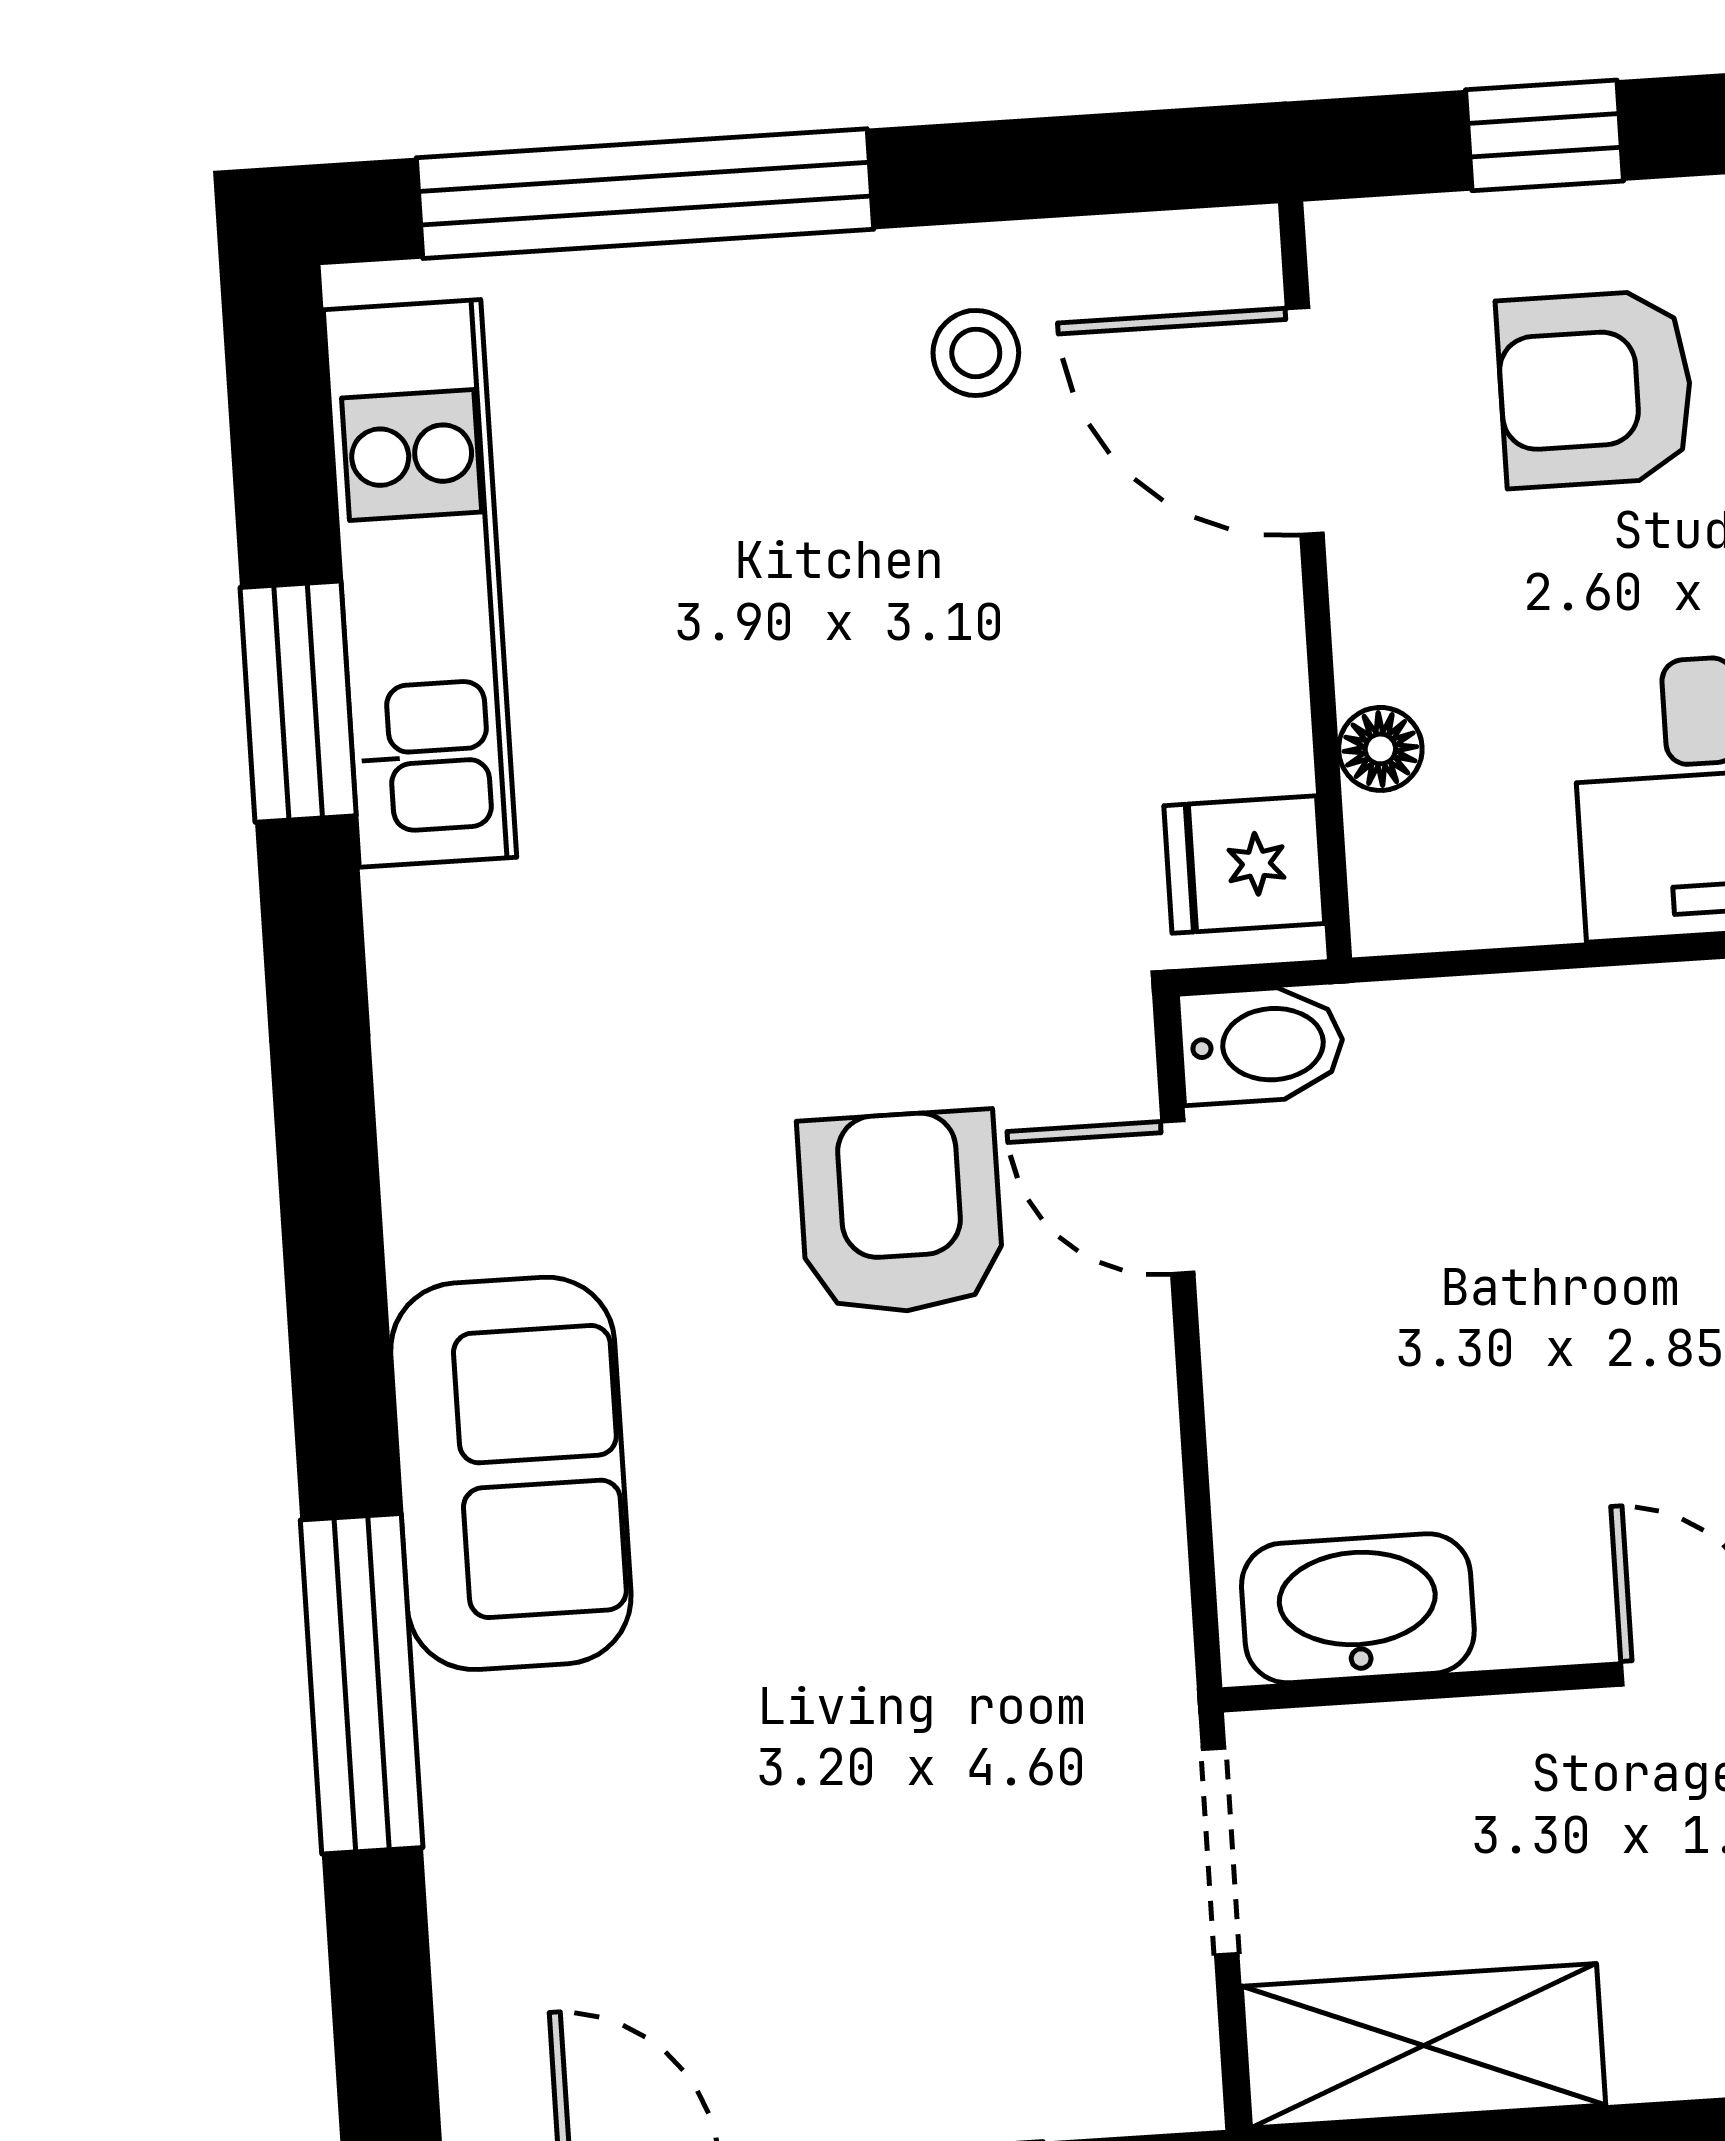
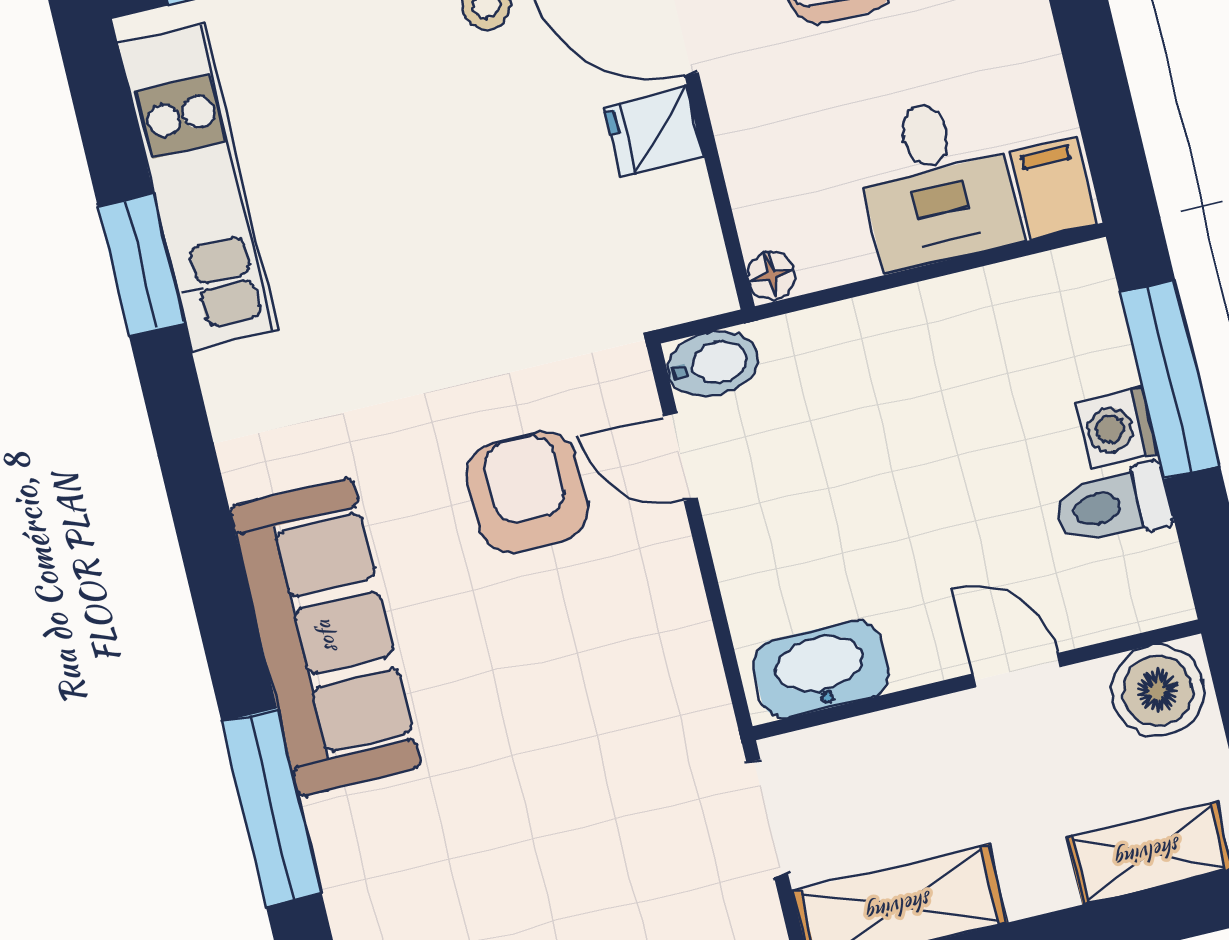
floor lamp: (1380, 749) -> (772, 276), moved
fridge: (1244, 865) -> (654, 132), moved
sofa: (511, 1473) -> (325, 637), width x1.36

